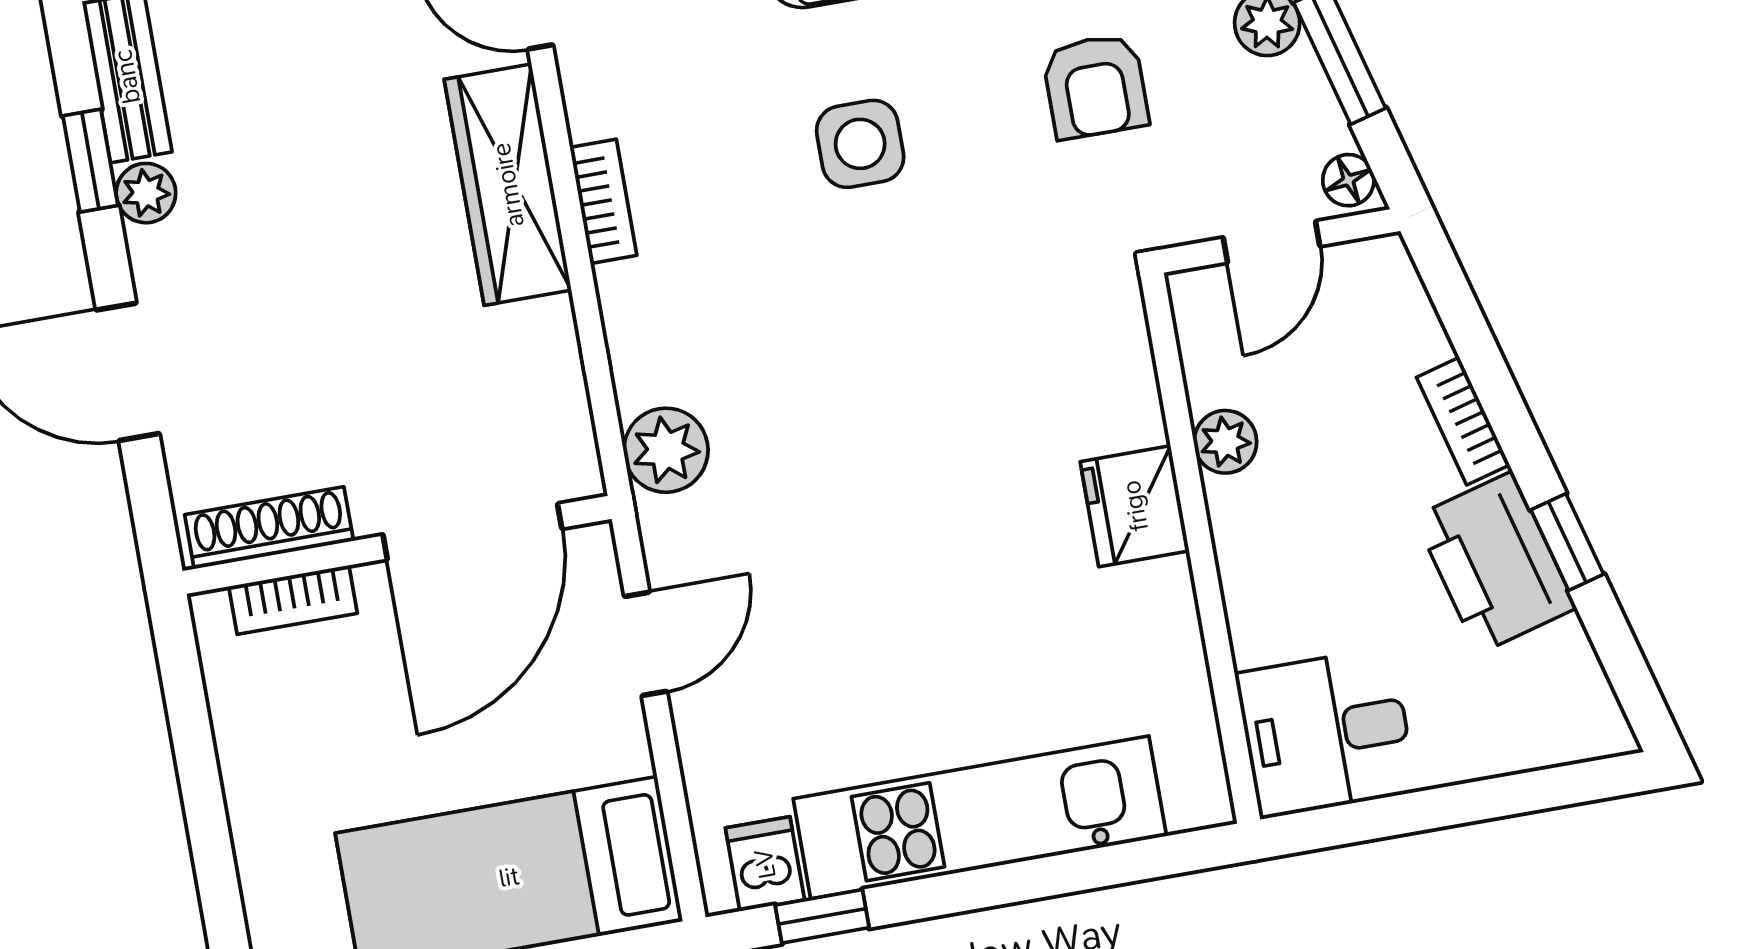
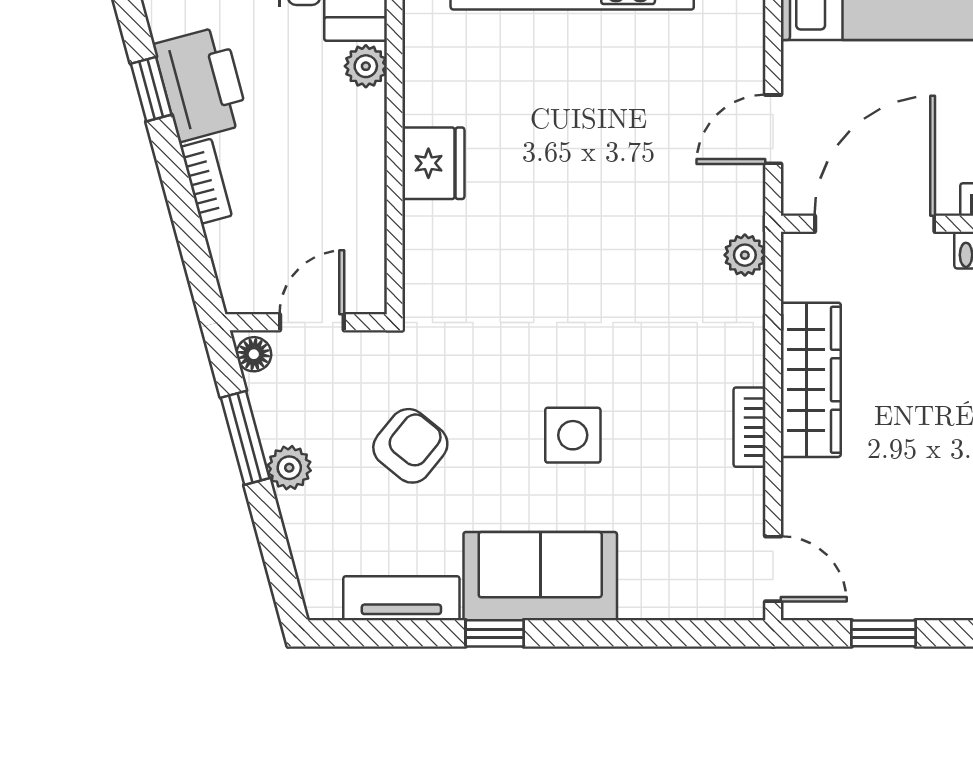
armchair: (1095, 86) -> (410, 446), turned 39
wardrobe: (508, 185) -> (811, 380), moved
plant: (1225, 442) -> (366, 66), moved
plant: (666, 450) -> (745, 255), width x0.73, depth x0.73

